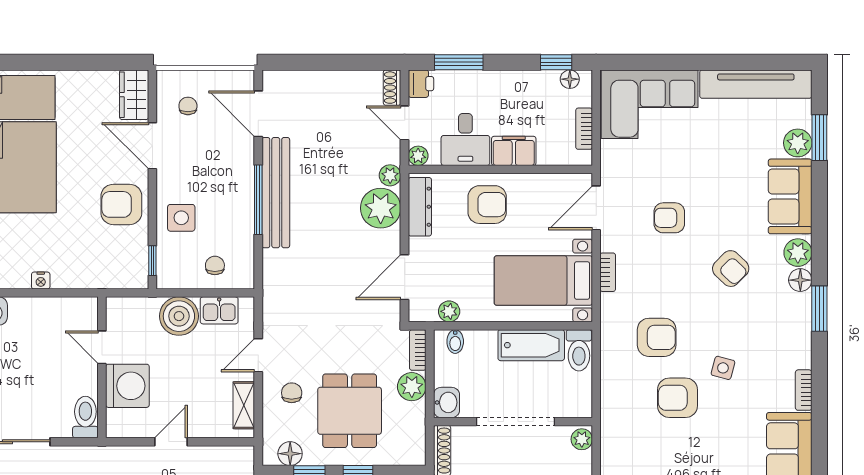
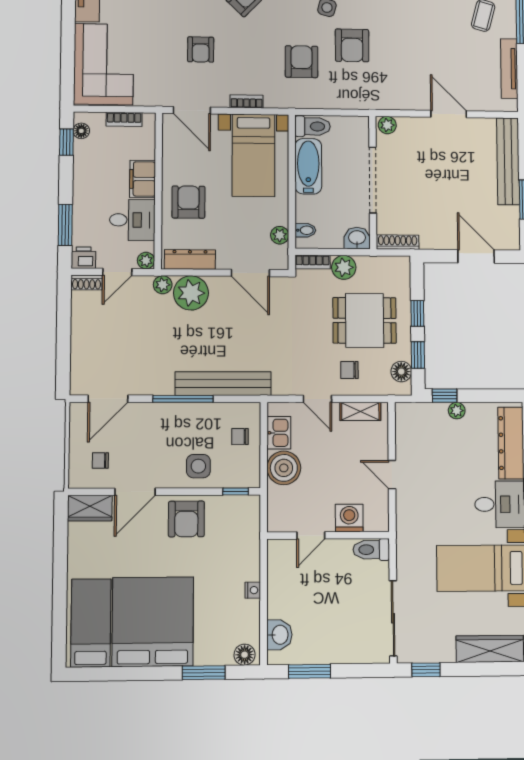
bench: (276, 193) -> (223, 384), moved
washing machine: (127, 386) -> (349, 518), width x0.73, depth x0.73

